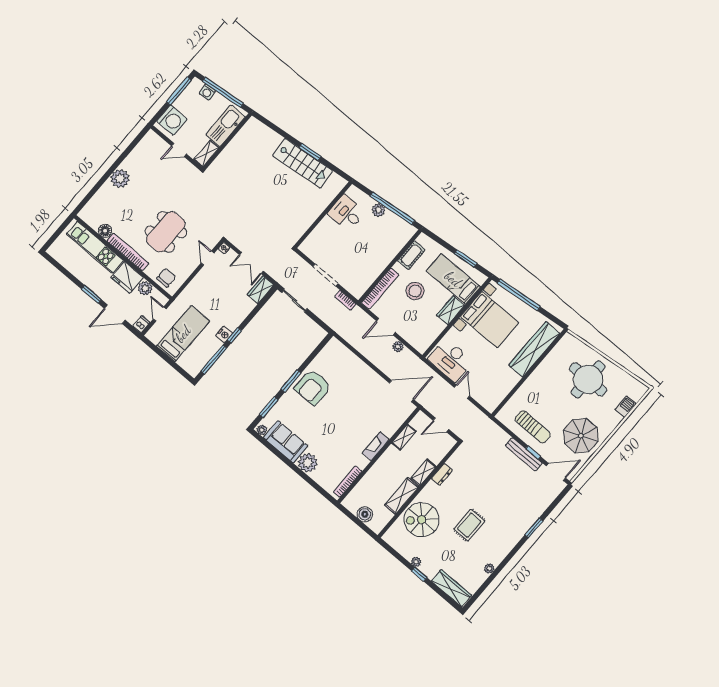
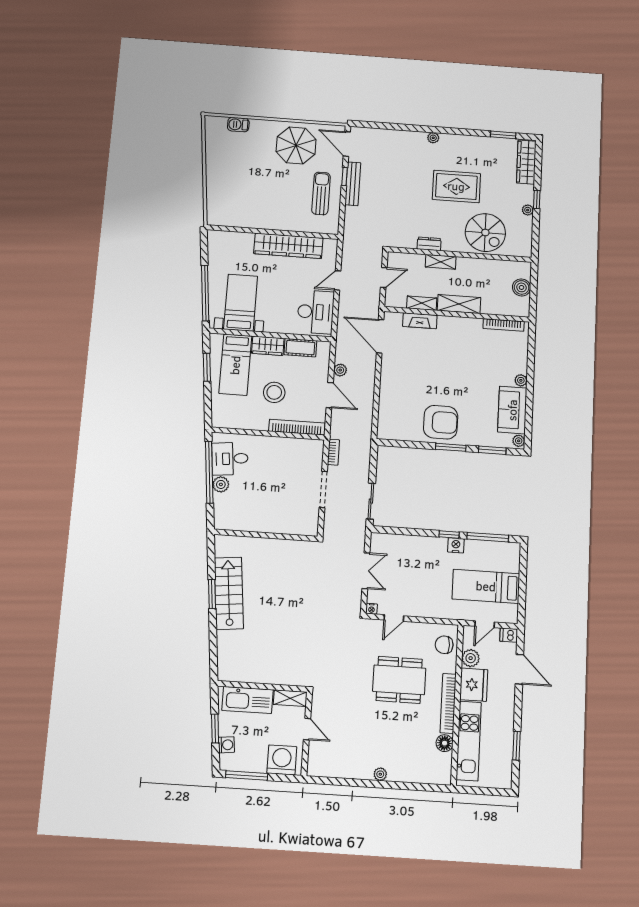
window: (223, 92) -> (215, 728), width x0.47
plant: (120, 178) -> (380, 774), width x0.53, depth x0.53
desk: (346, 213) -> (230, 459), moved, turned 84
cot: (411, 255) -> (300, 348), moved
wardrobe: (260, 290) -> (385, 542), removed
window: (91, 294) -> (517, 746), moved
bed with nightstands: (490, 320) -> (241, 303), width x0.73
wardrobe: (534, 349) -> (288, 246), moved
round table: (588, 379) -> (238, 175), removed
door: (441, 425) -> (384, 277), hinge flipped
fireplace: (376, 446) -> (420, 321), moved
plant: (308, 463) -> (521, 380), width x0.53, depth x0.53
shelving: (402, 496) -> (459, 304), moved
rug: (469, 525) -> (456, 186), width x1.36, depth x1.43
window: (534, 528) -> (503, 135), moved
plant: (489, 568) -> (433, 138), moved

